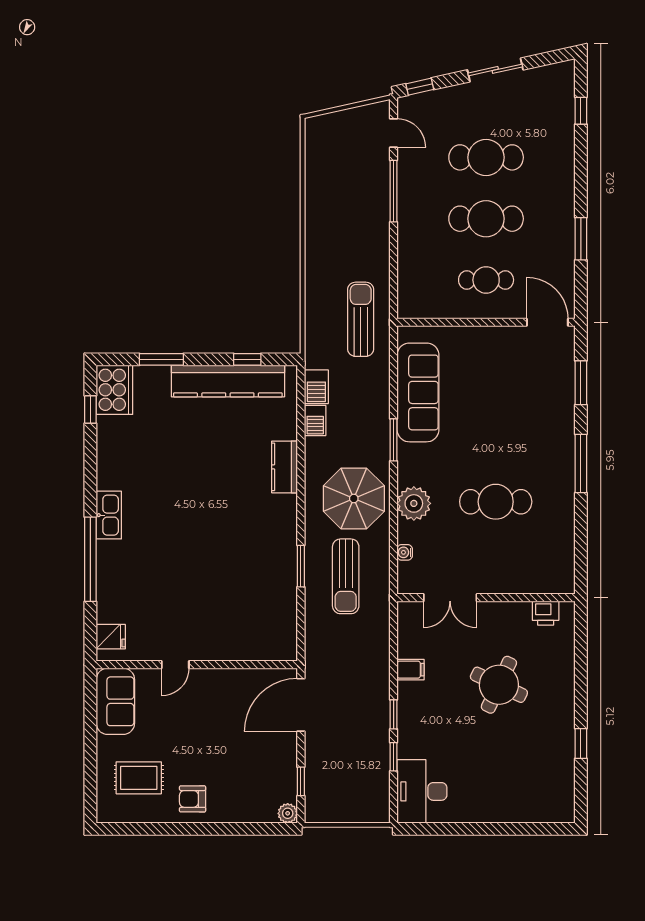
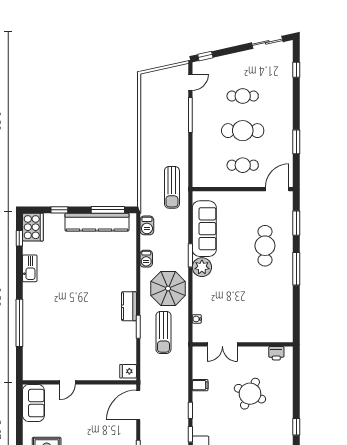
sliding door: (495, 70) -> (267, 42), moved
door: (394, 133) -> (190, 82), hinge flipped
cafe table: (486, 157) -> (243, 96), width x0.73, depth x0.74
sun lounger: (361, 319) -> (172, 187), turned 180
door: (547, 322) -> (277, 189), hinge flipped
window: (161, 359) -> (59, 210), width x0.67
window: (247, 359) -> (108, 210), width x2.17
barbecue: (315, 420) -> (146, 259), moved
kitchen counter: (285, 467) -> (129, 306), moved
cafe table: (496, 502) -> (265, 246), moved, turned 90
plant: (414, 503) -> (202, 267), moved
kitchen sink: (109, 515) -> (30, 268), moved
fridge: (111, 637) -> (128, 371), moved, turned 180

